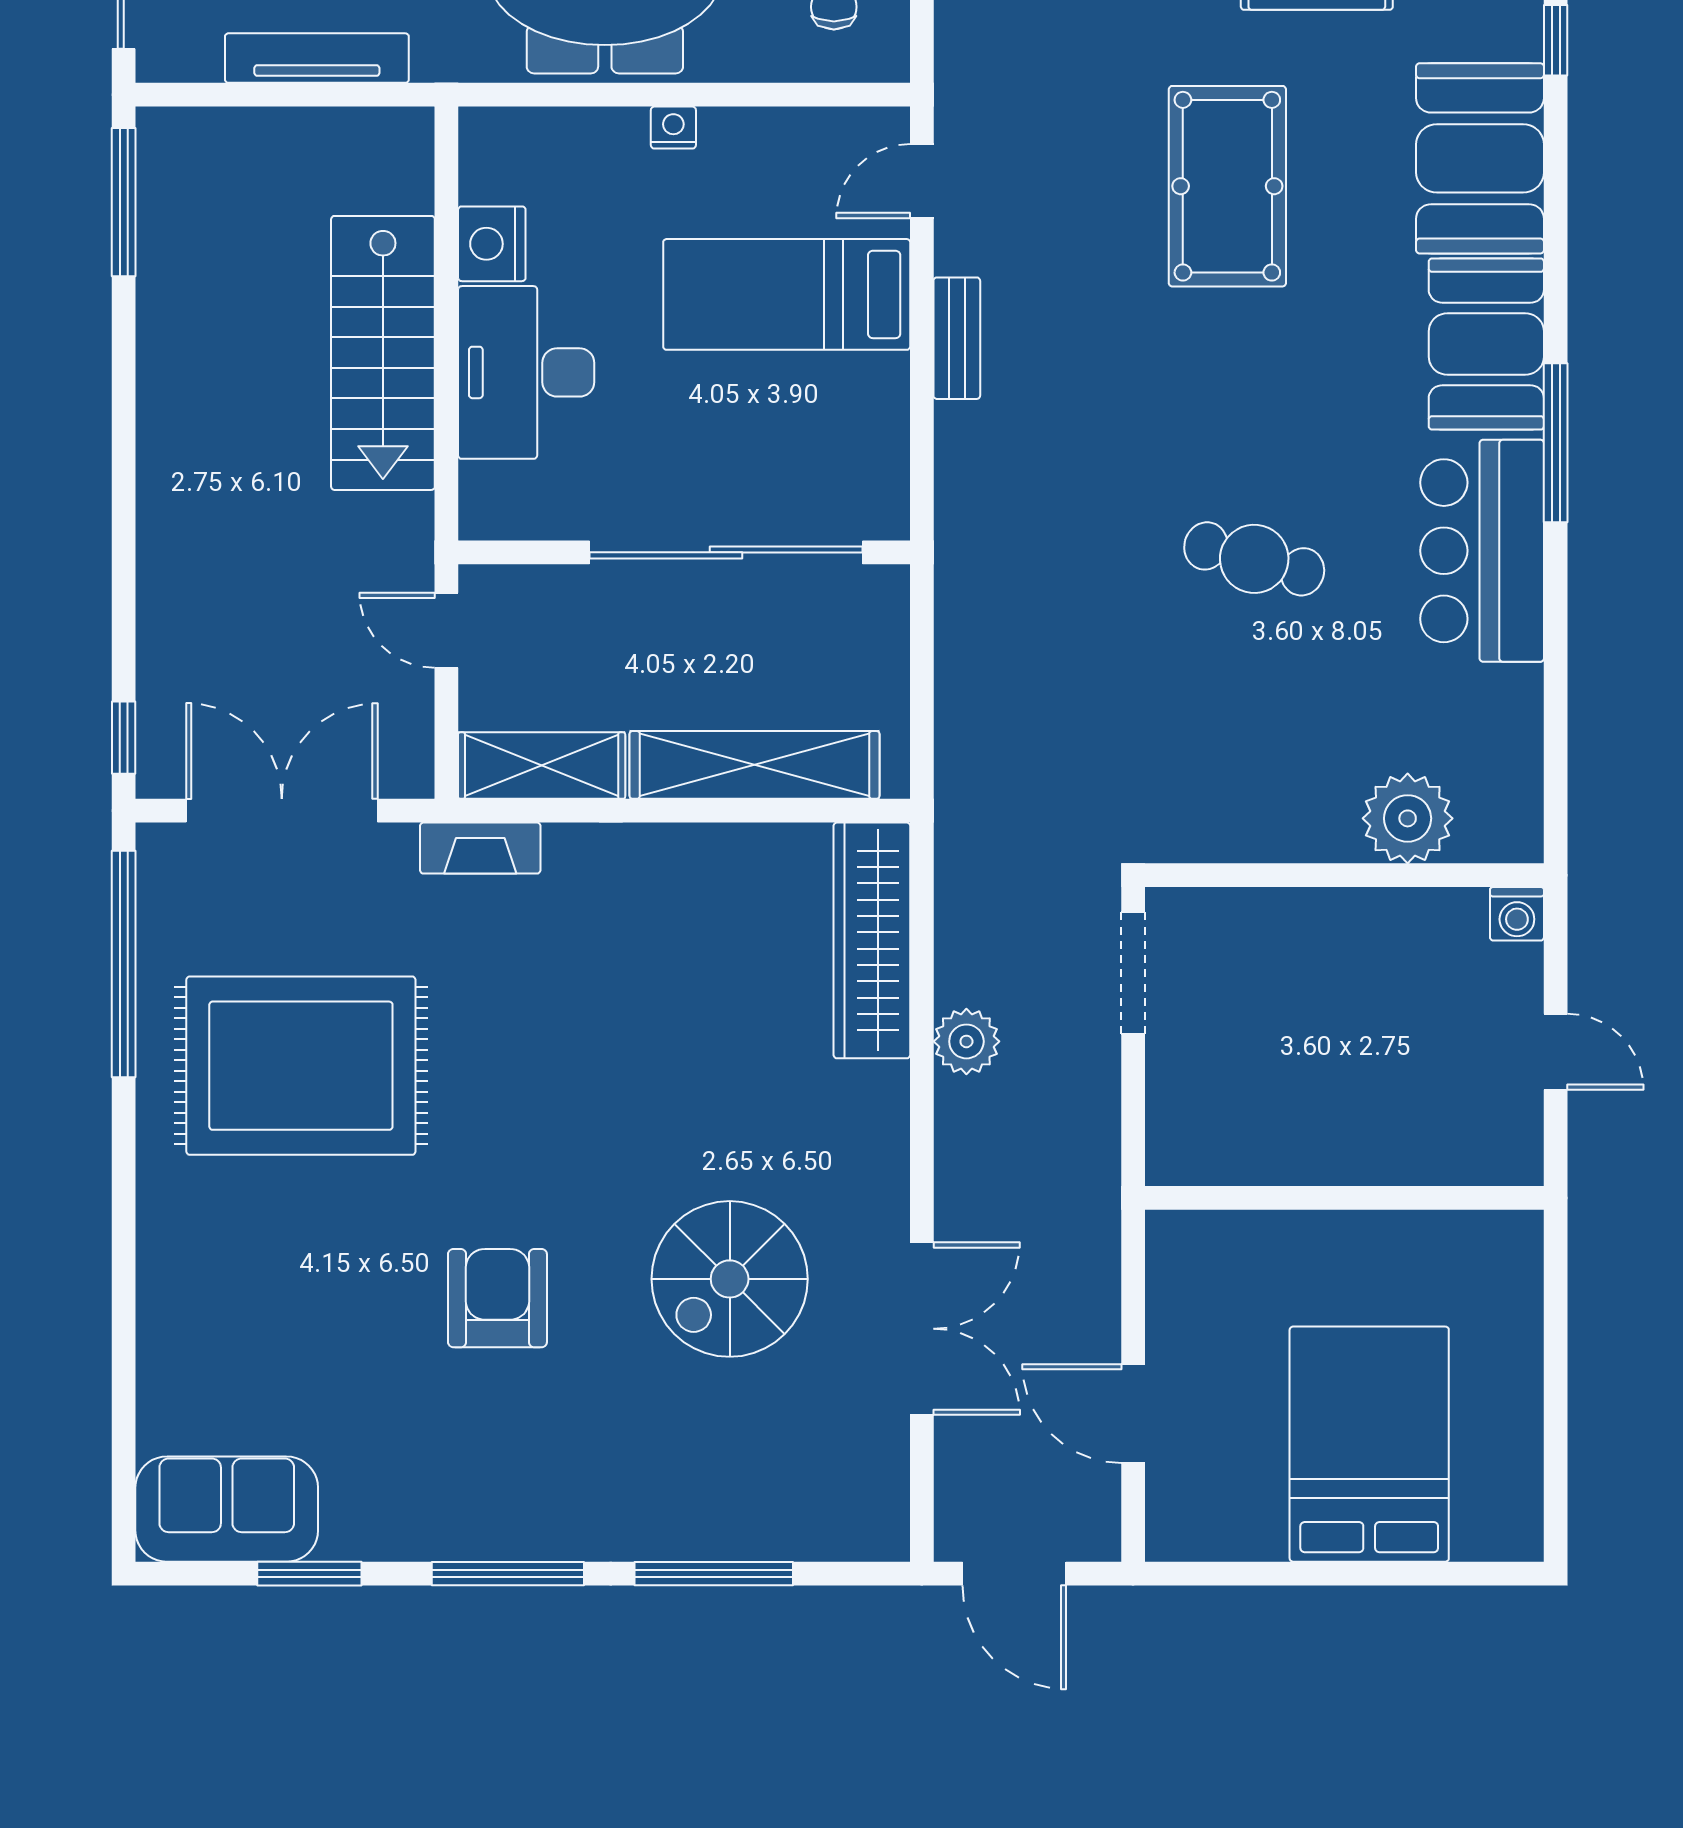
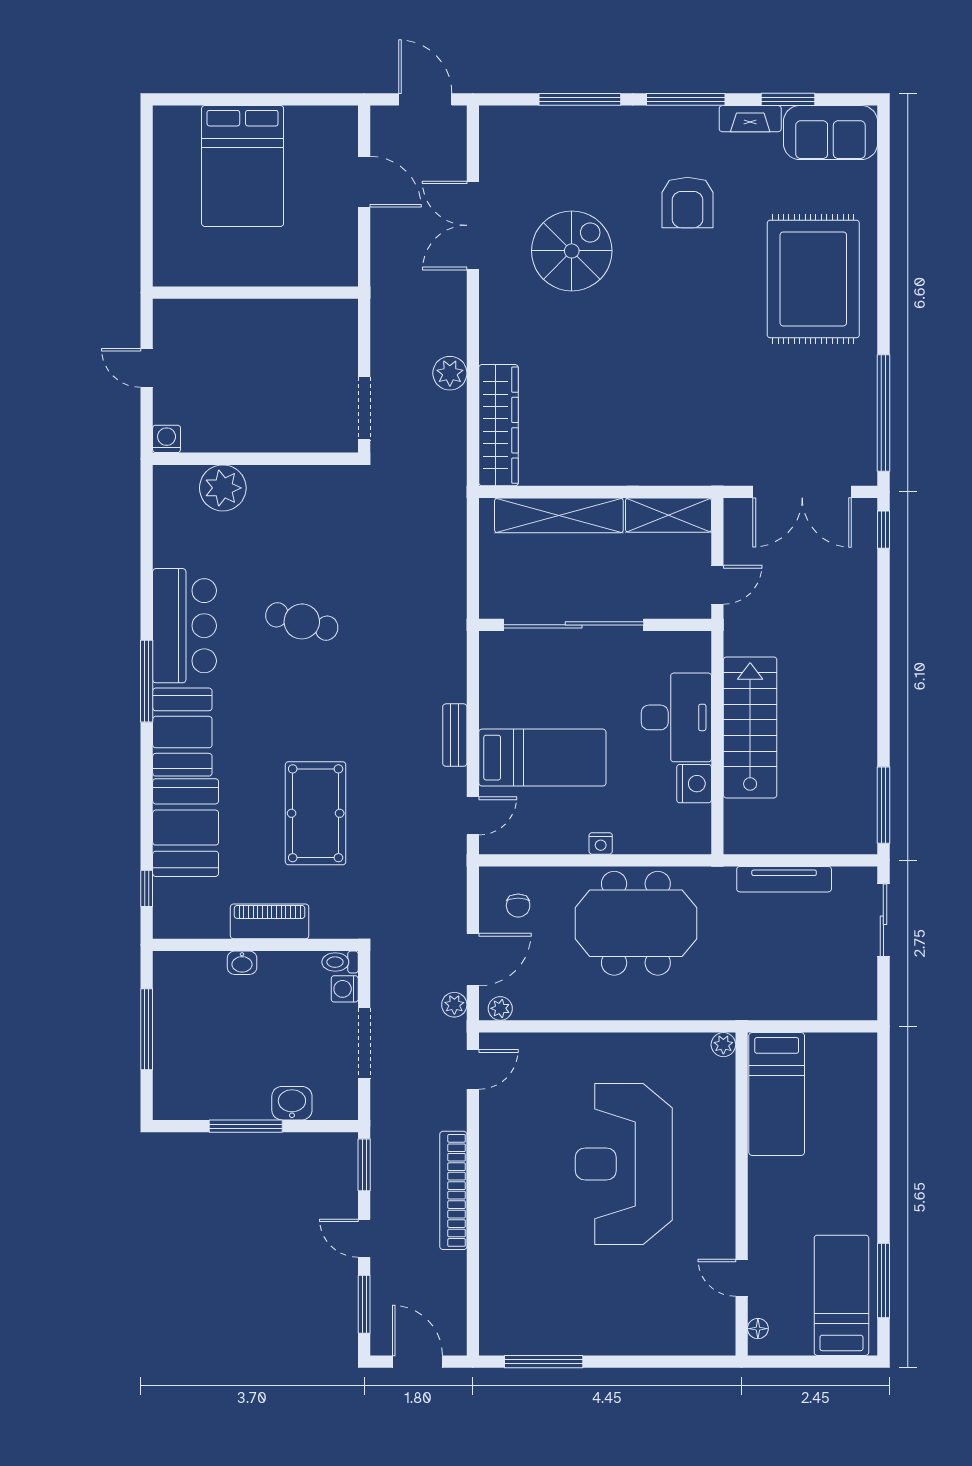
door: (446, 630) -> (717, 585), hinge flipped
fireplace: (480, 848) -> (750, 119), moved, turned 180
rug: (301, 1066) -> (813, 279), moved, turned 90
armchair: (497, 1298) -> (688, 202), moved

